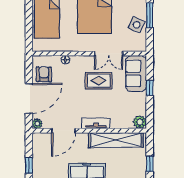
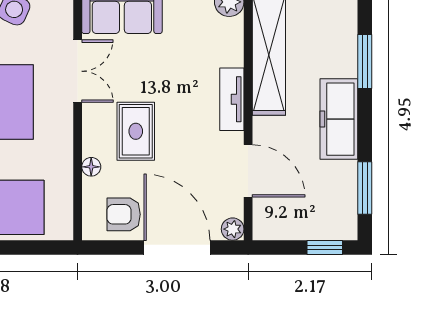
rug: (99, 81) -> (136, 131), moved

